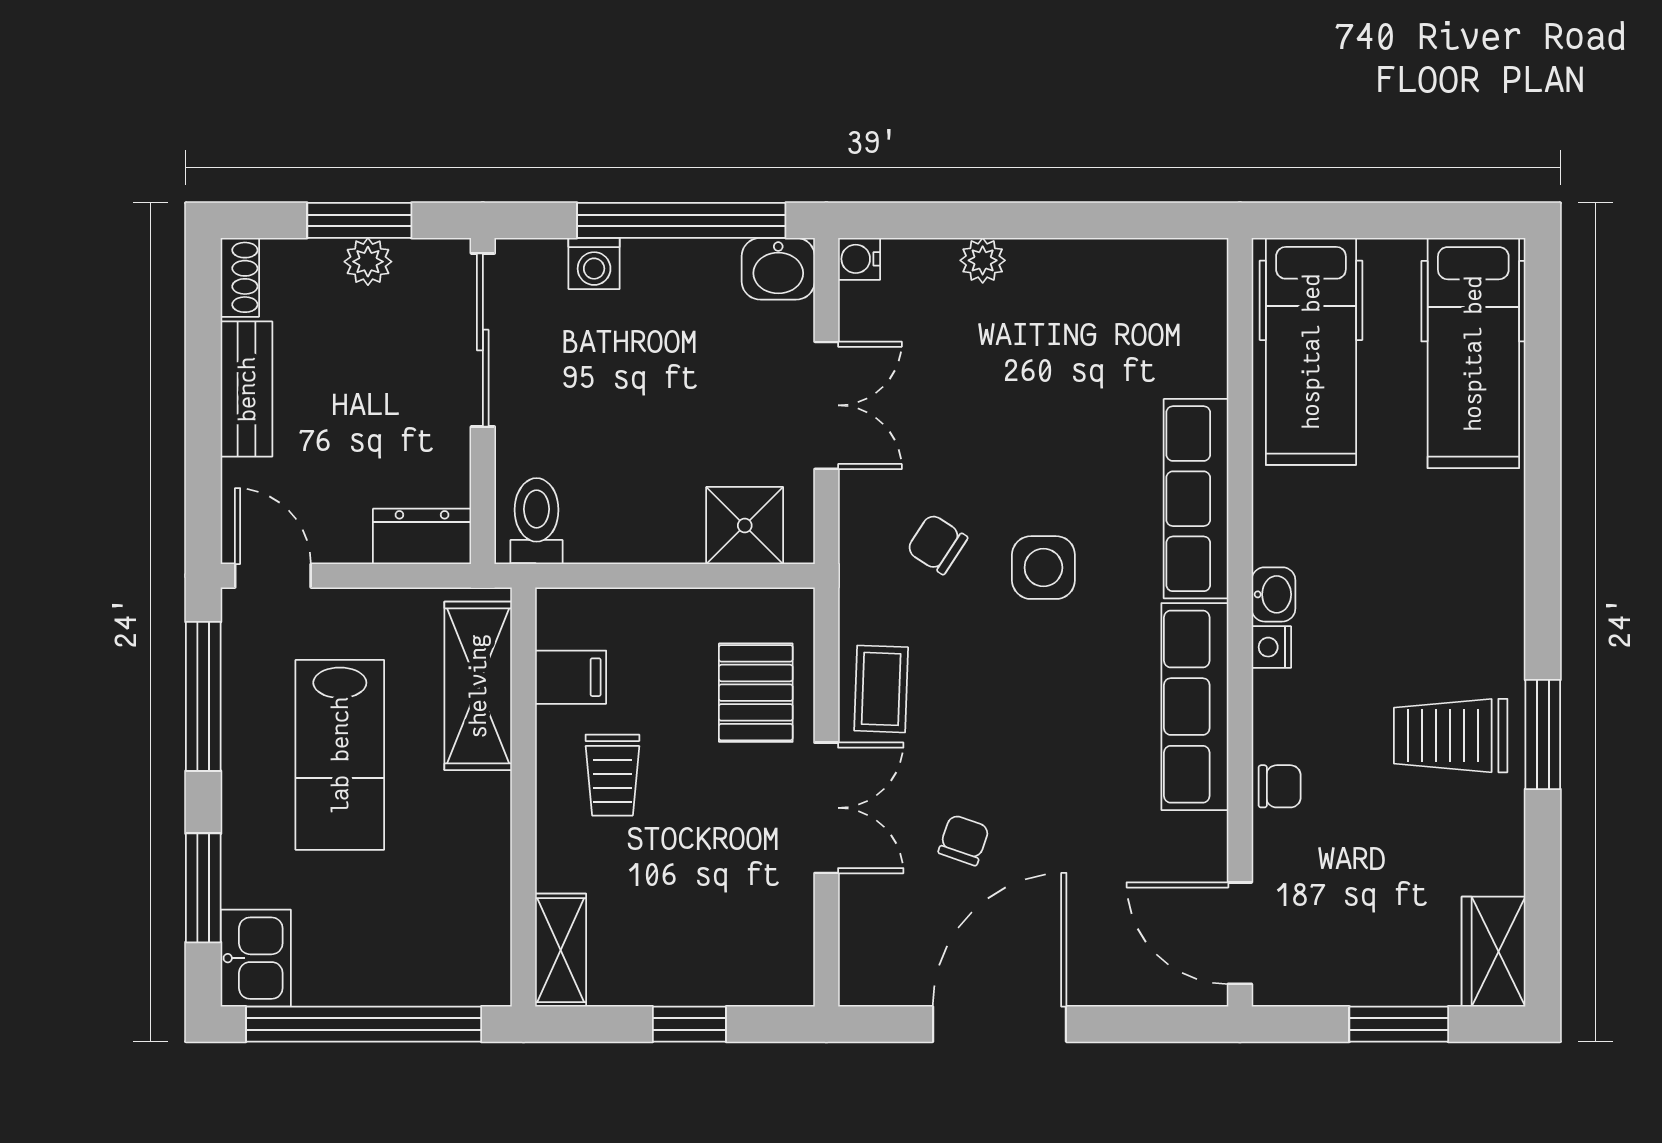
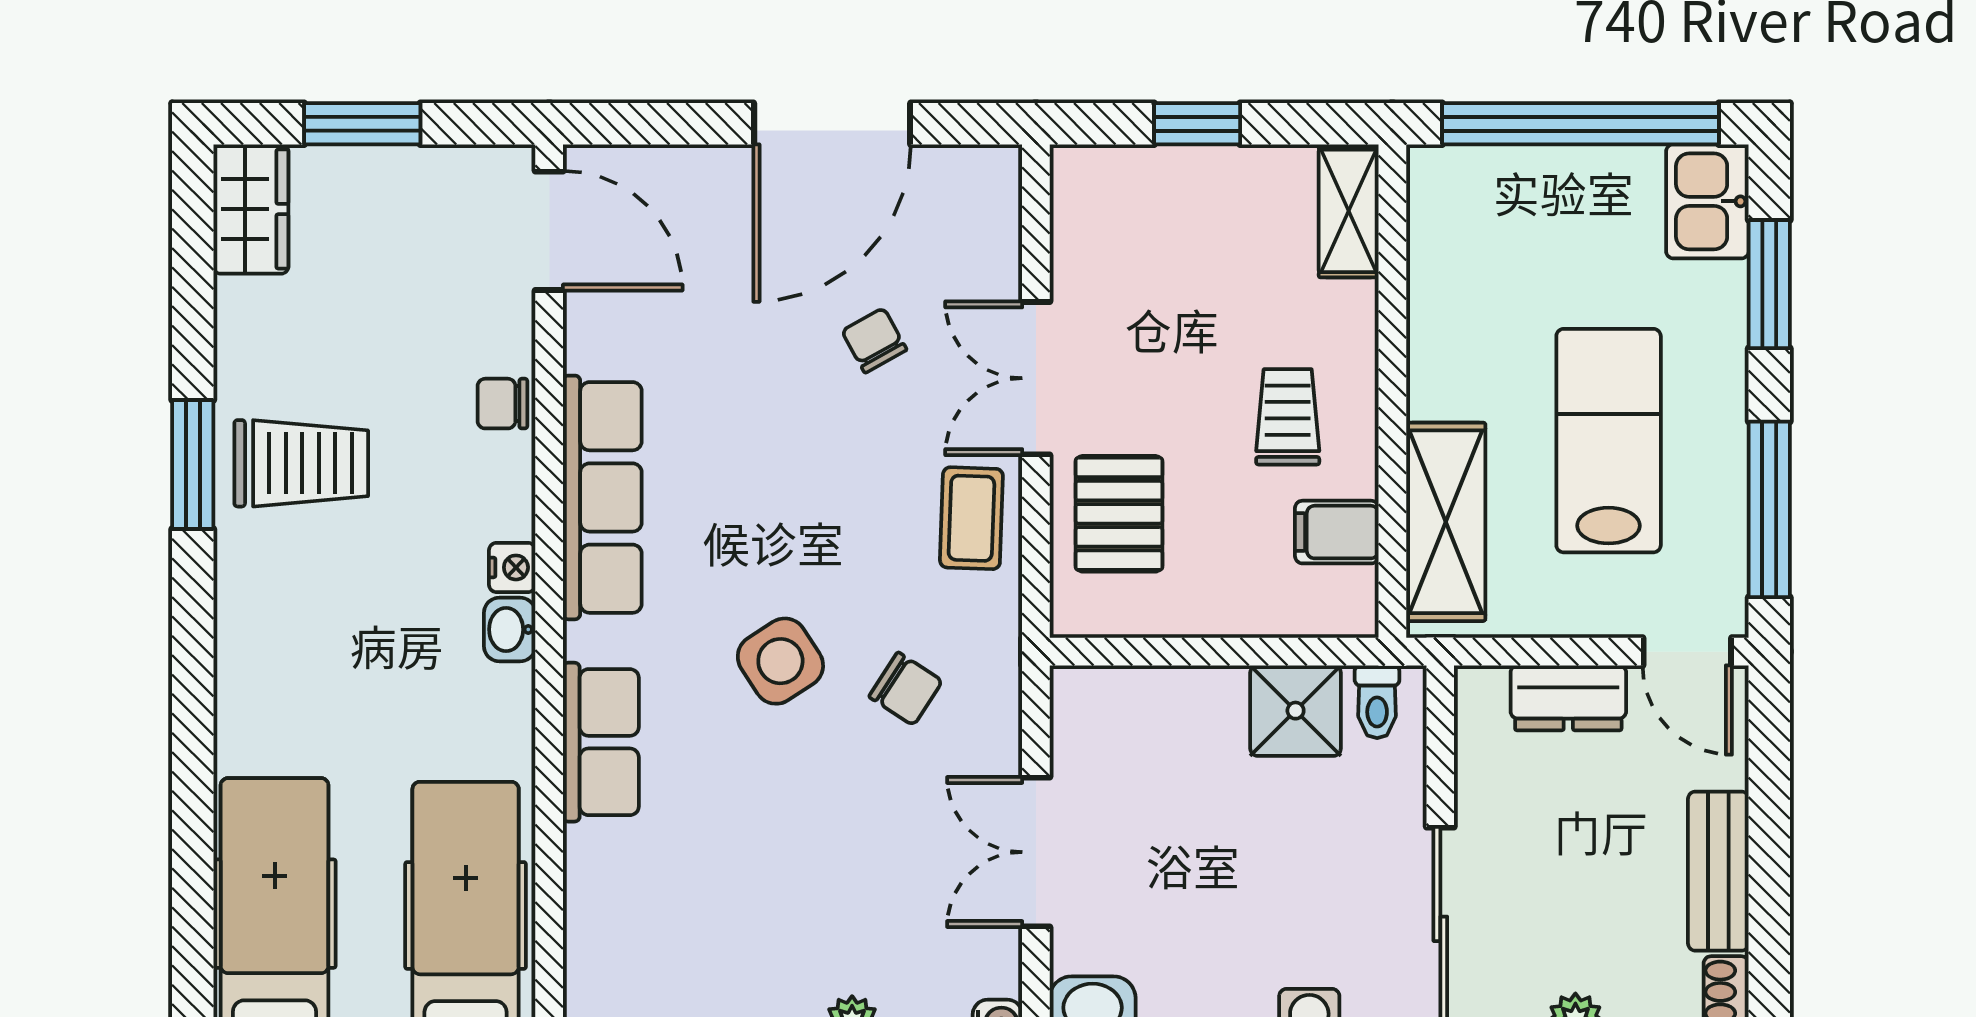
row of seats: (1196, 499) -> (601, 742), width x0.68
toilet: (537, 521) -> (1377, 702), width x0.73, depth x0.72
shower: (745, 525) -> (1296, 711), moved
dresser: (422, 536) -> (1568, 698), moved
side table: (1043, 568) -> (780, 661), turned -33
chair: (964, 840) -> (874, 340), turned 132

